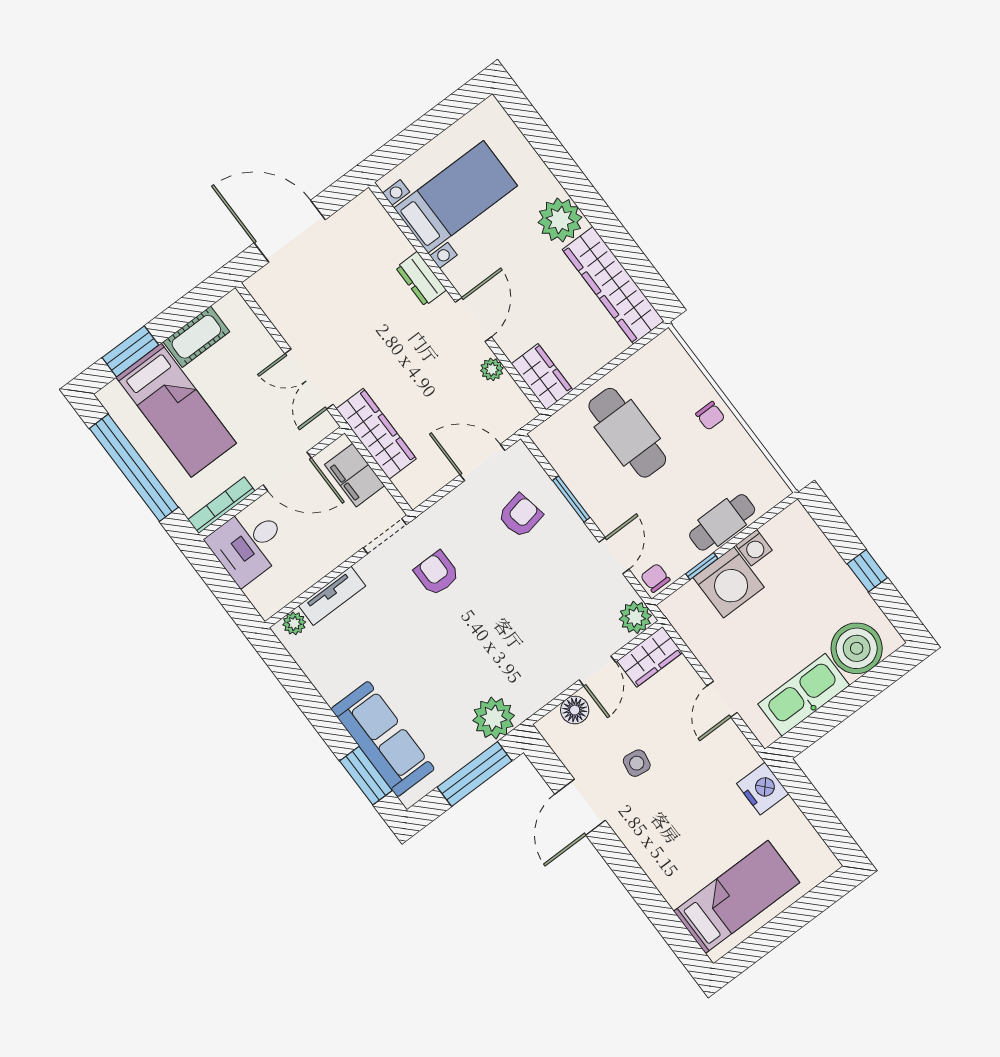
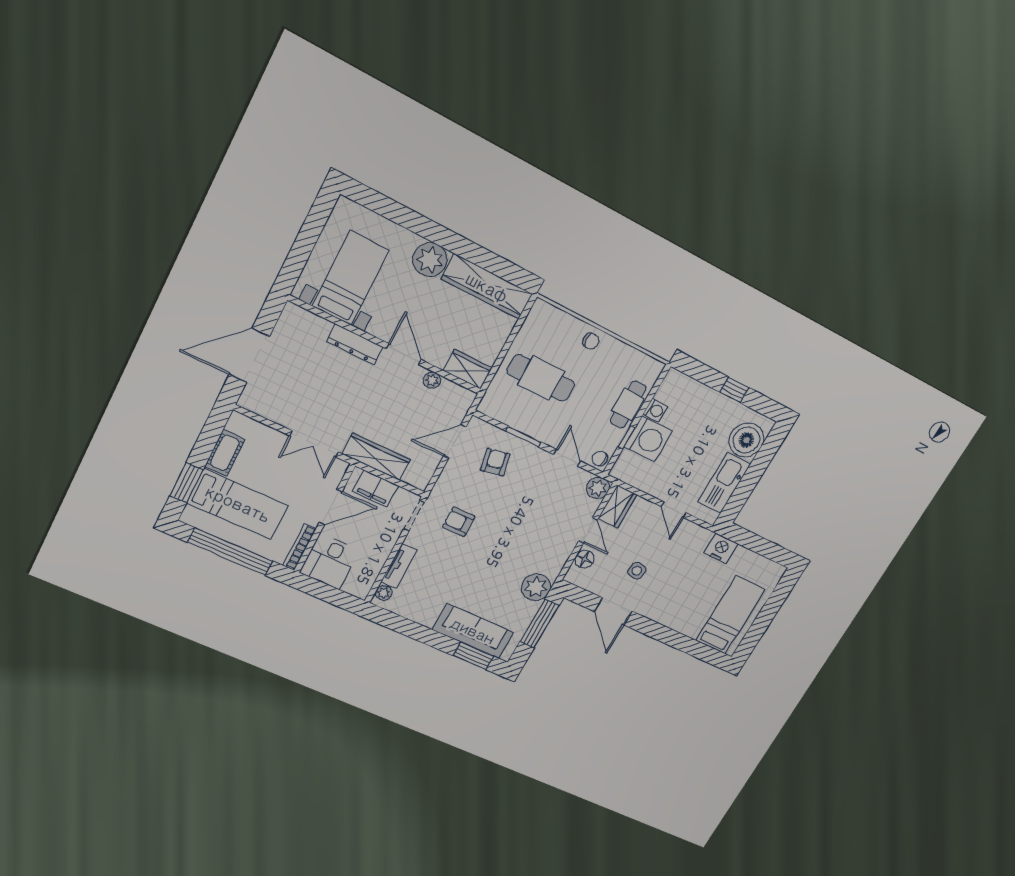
dresser: (421, 279) -> (355, 344), width x1.44

